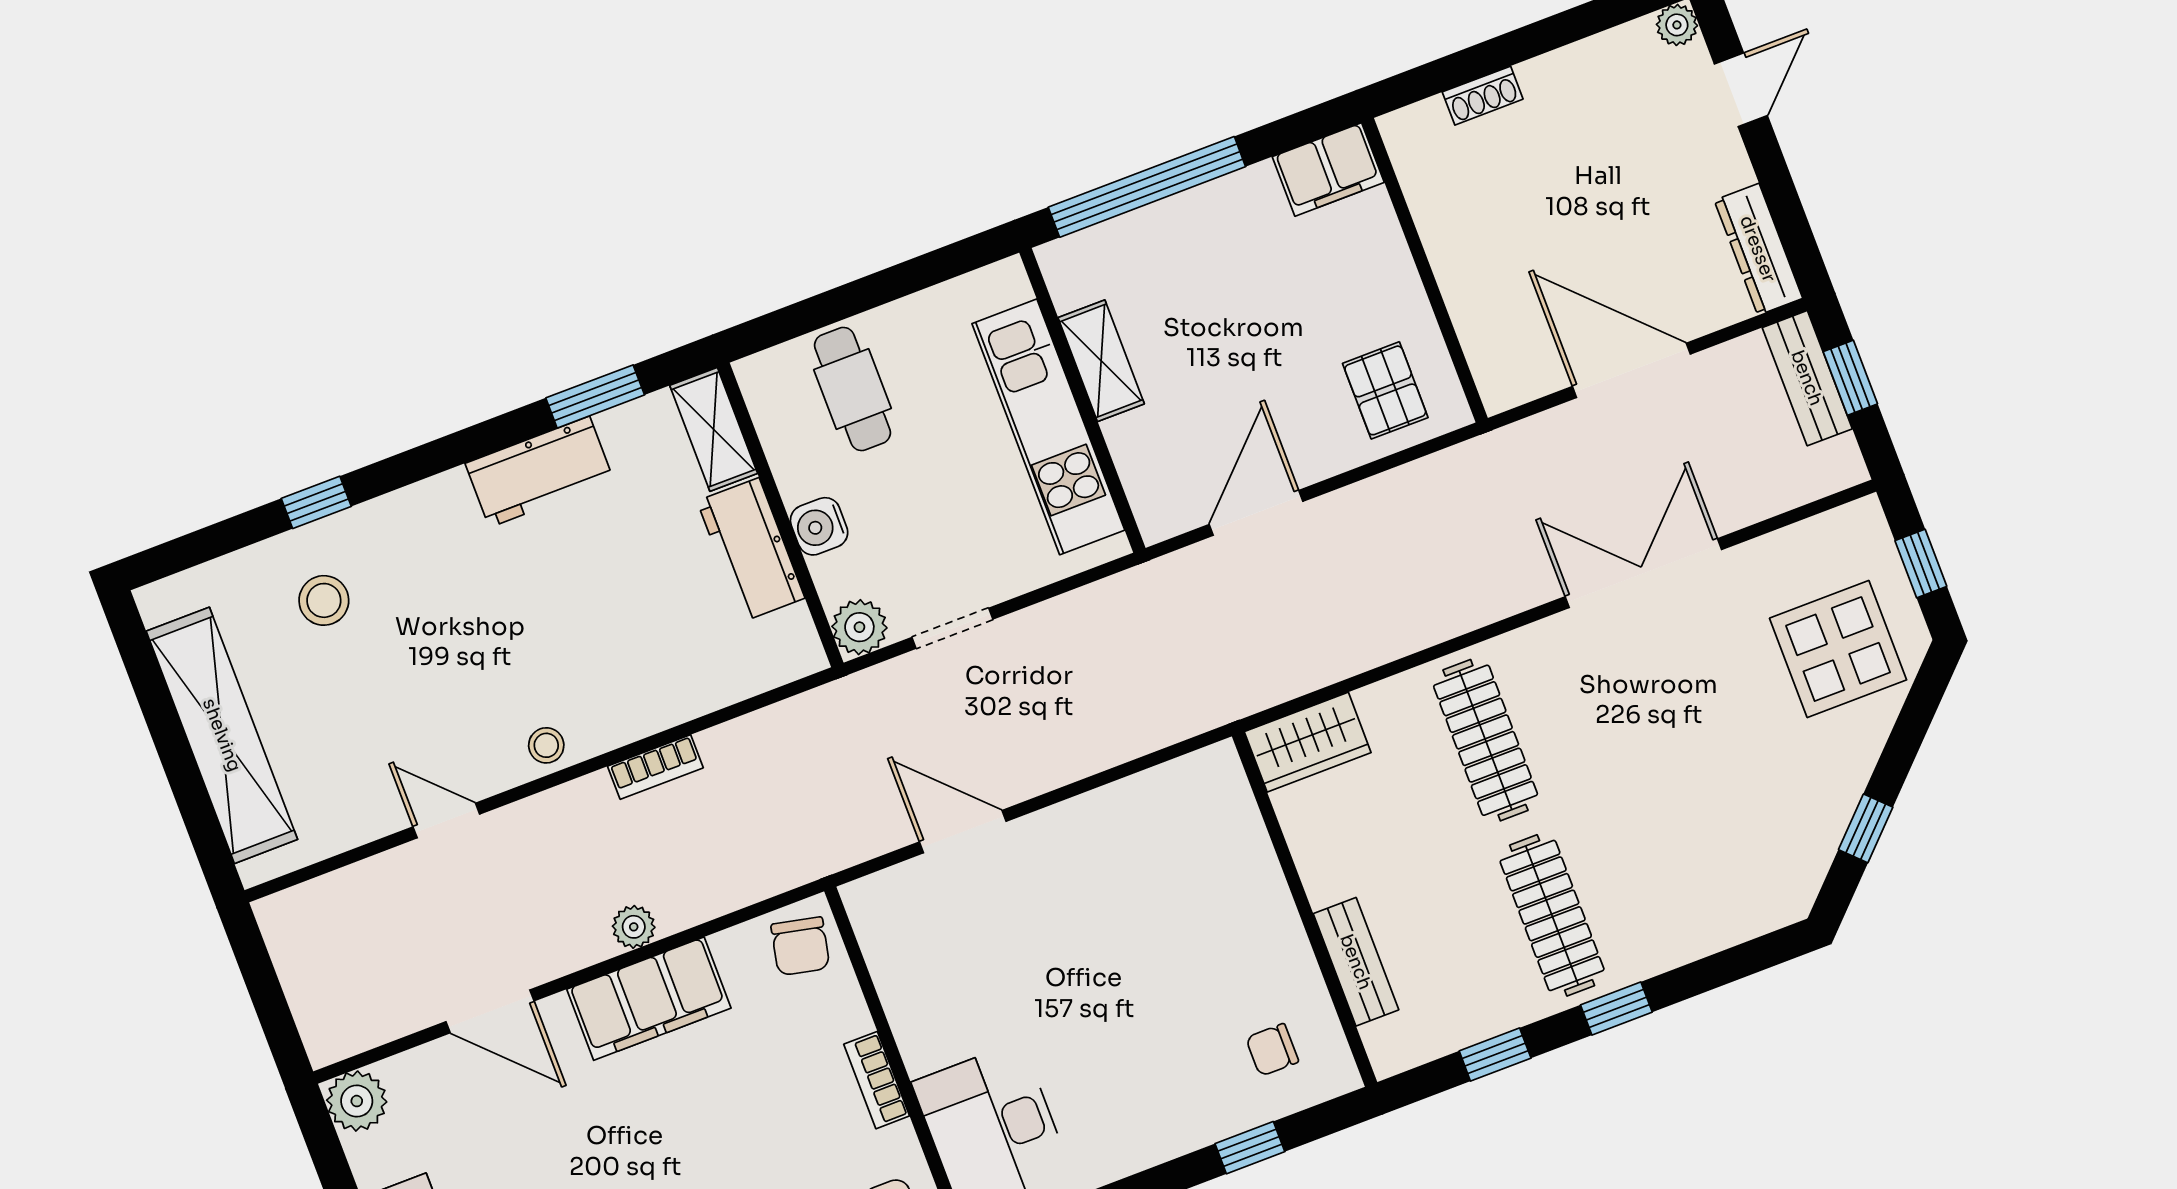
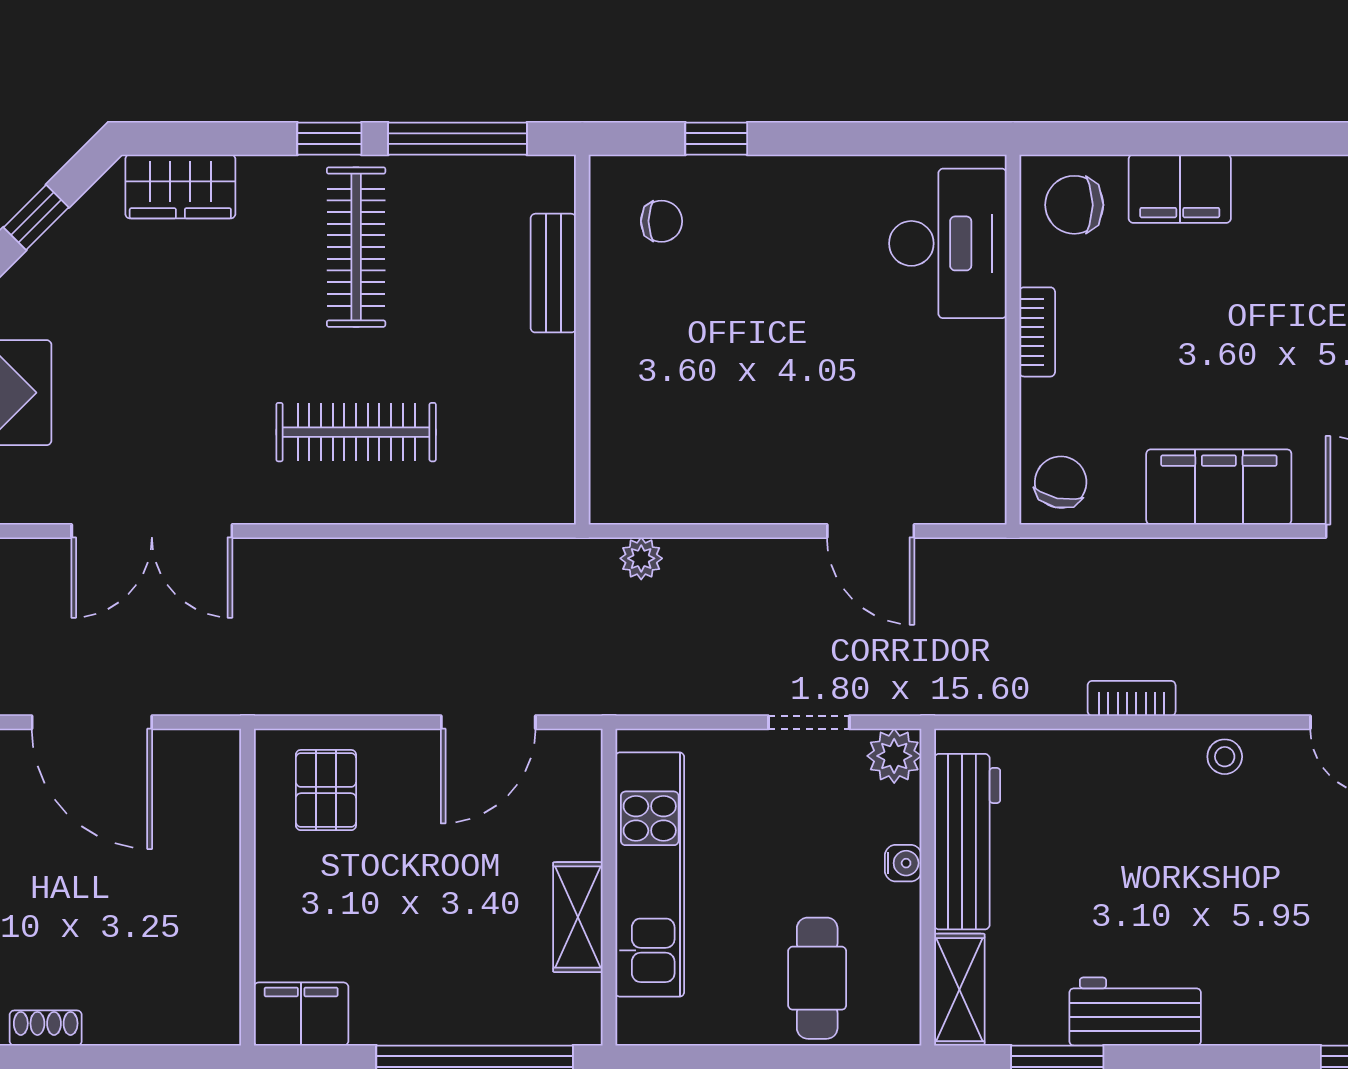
shoe rack: (1483, 96) -> (46, 1028), moved
water cooler: (819, 526) -> (903, 863), width x0.72, depth x0.72
workbench: (751, 550) -> (967, 842), width x1.38
clothes rail: (1486, 740) -> (356, 432), turned 90
wardrobe: (1308, 742) -> (180, 187), moved, turned 180
plant: (634, 927) -> (641, 558), moved
window: (1495, 1055) -> (457, 139), width x2.17

